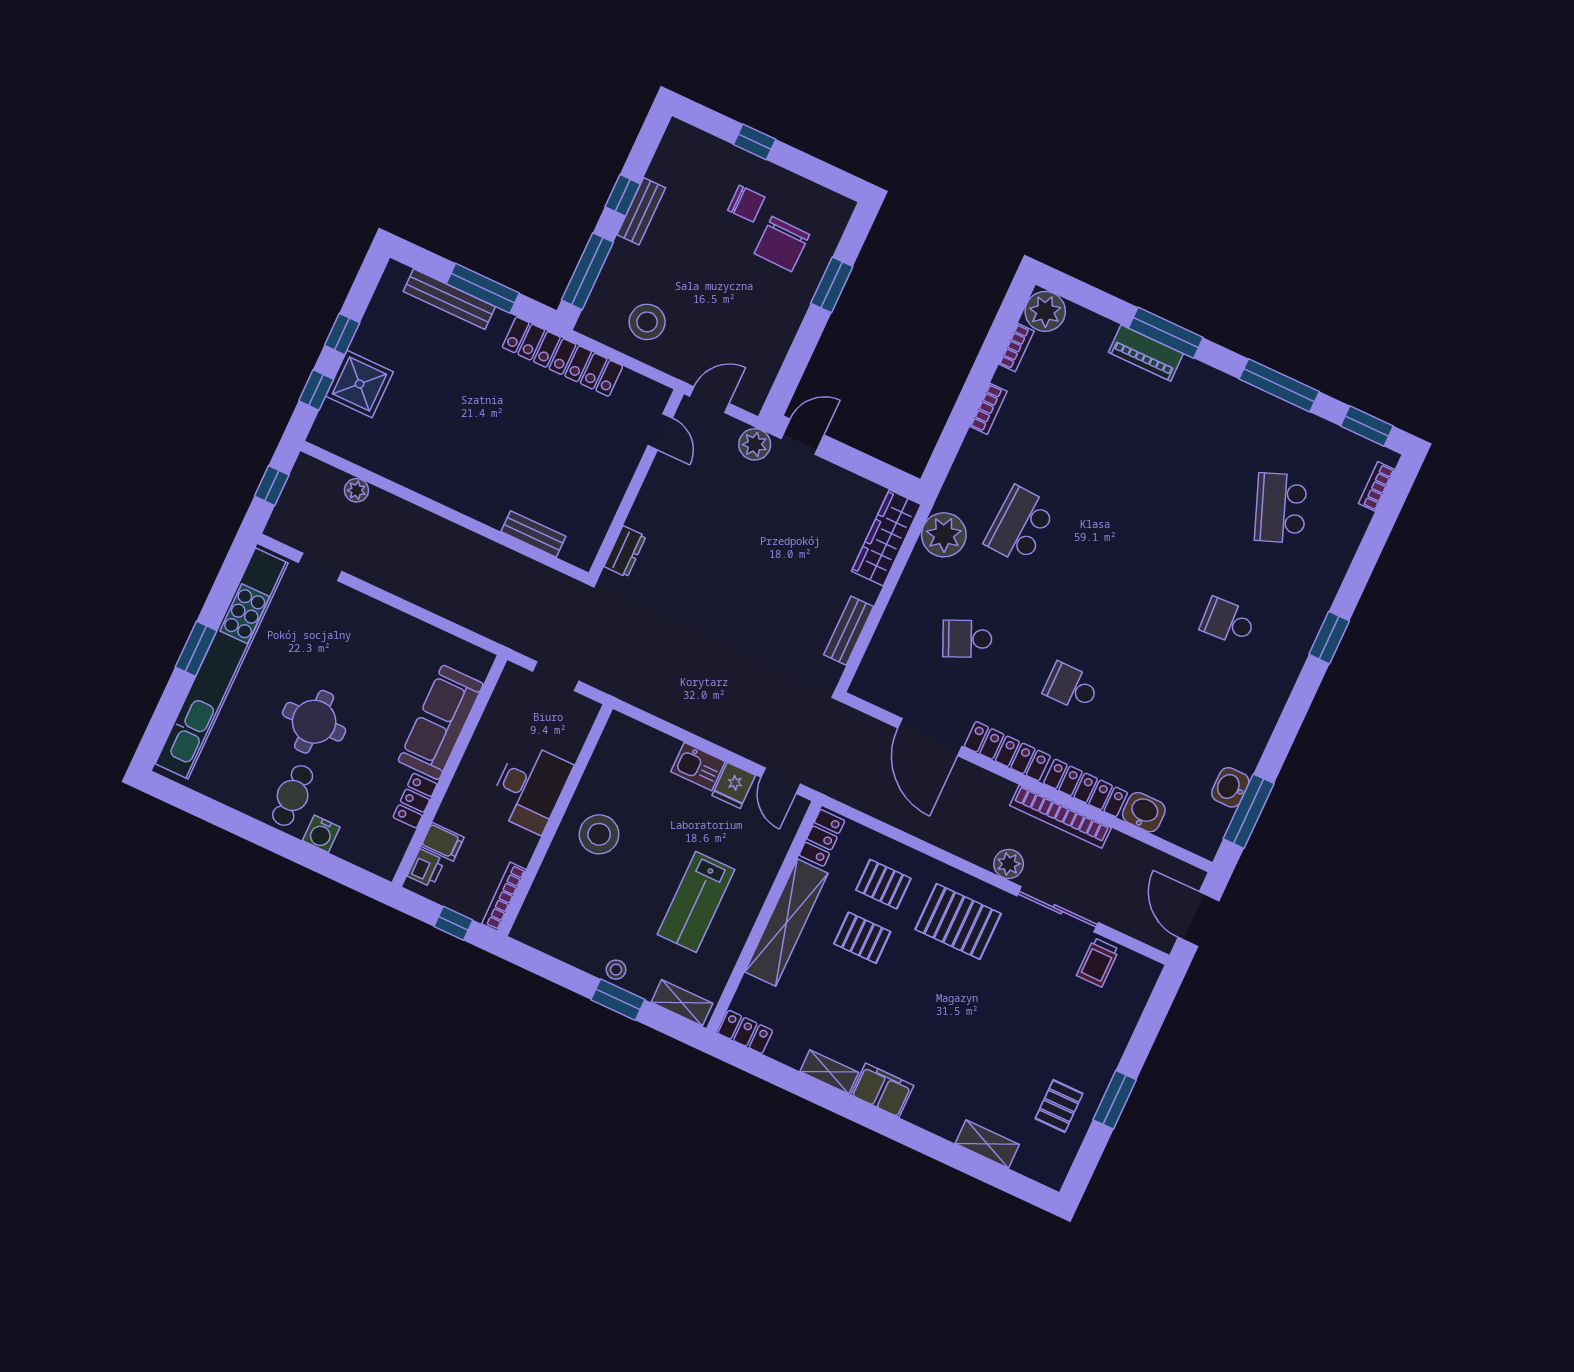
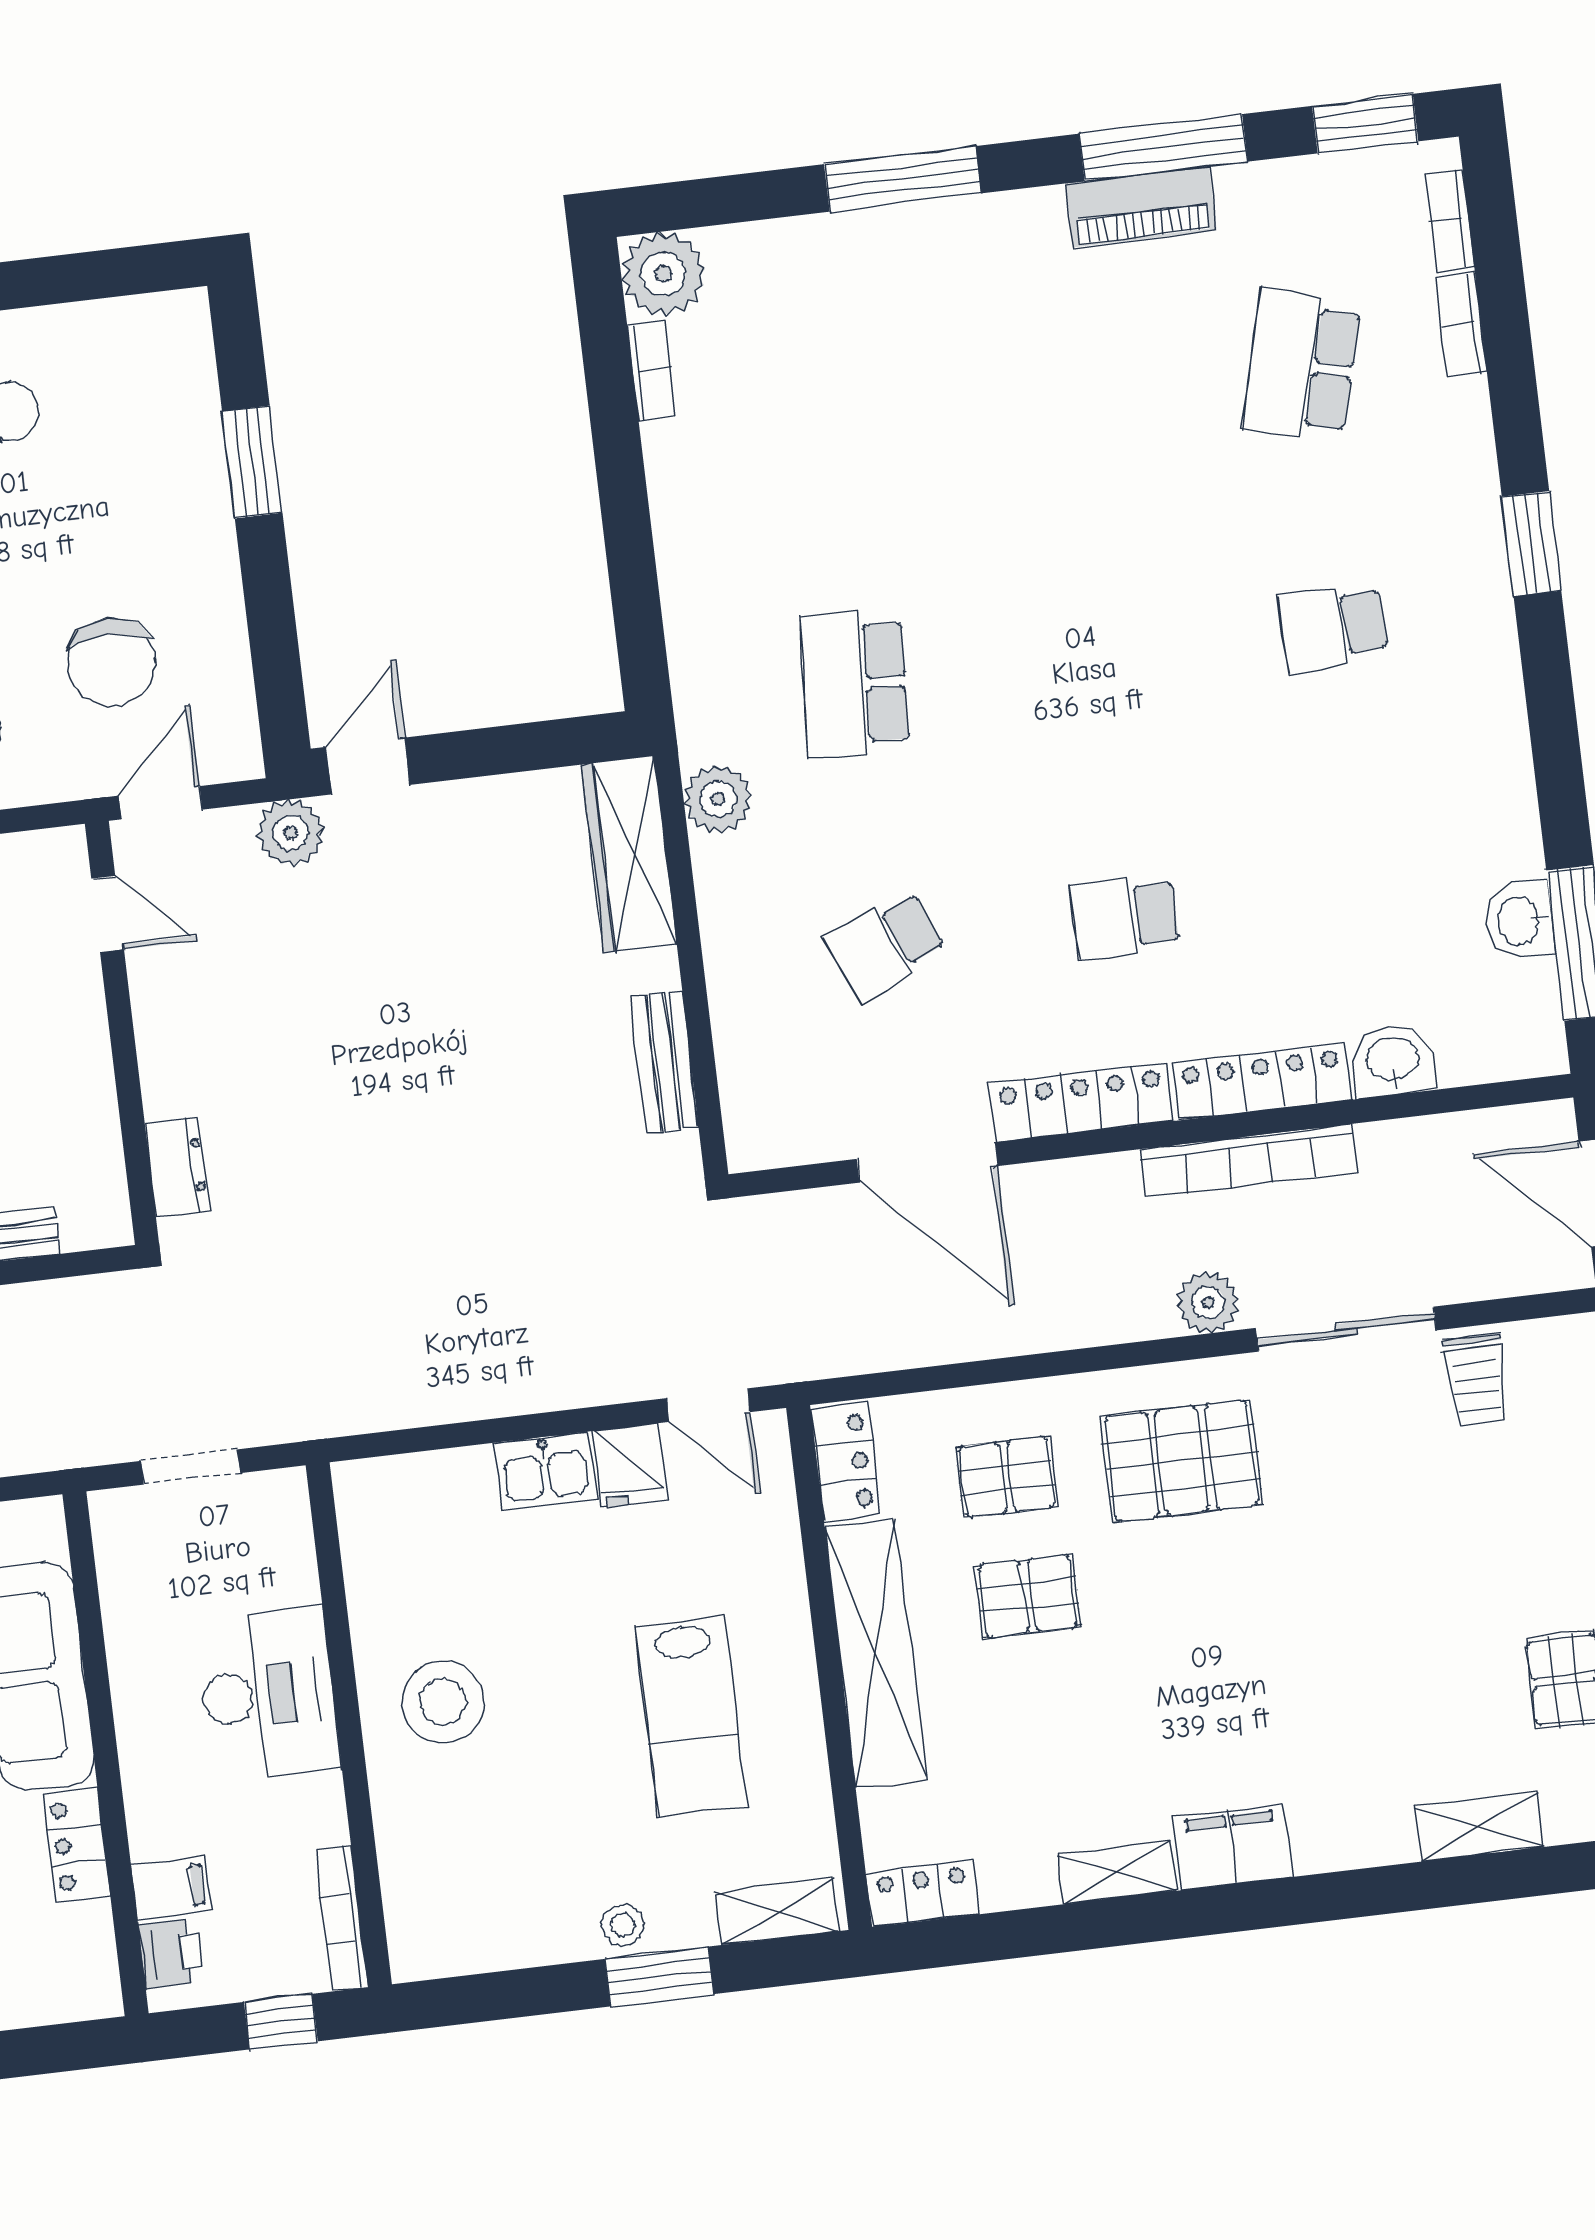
chair: (782, 244) -> (111, 662), moved
piano: (1146, 353) -> (1141, 207), moved
bookcase: (988, 409) -> (1461, 324), moved, turned 180
school desk: (1281, 508) -> (1302, 365), turned 36
plant: (944, 535) -> (718, 799), width x0.73, depth x0.73

